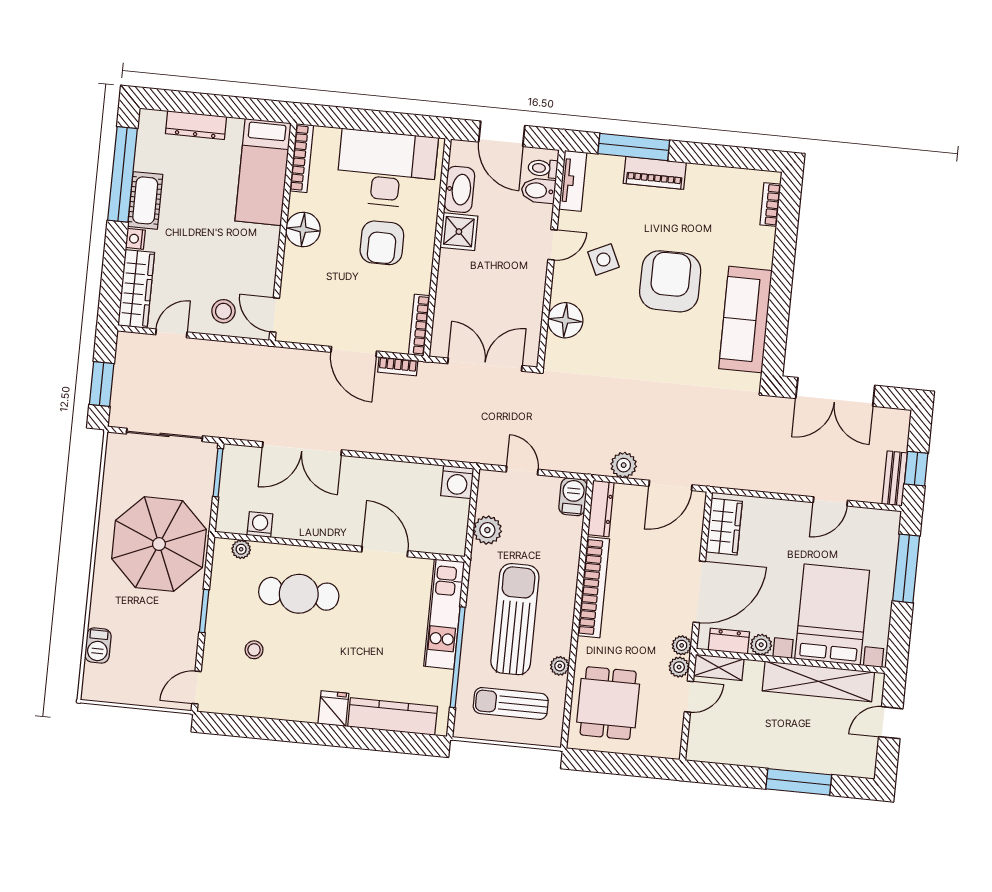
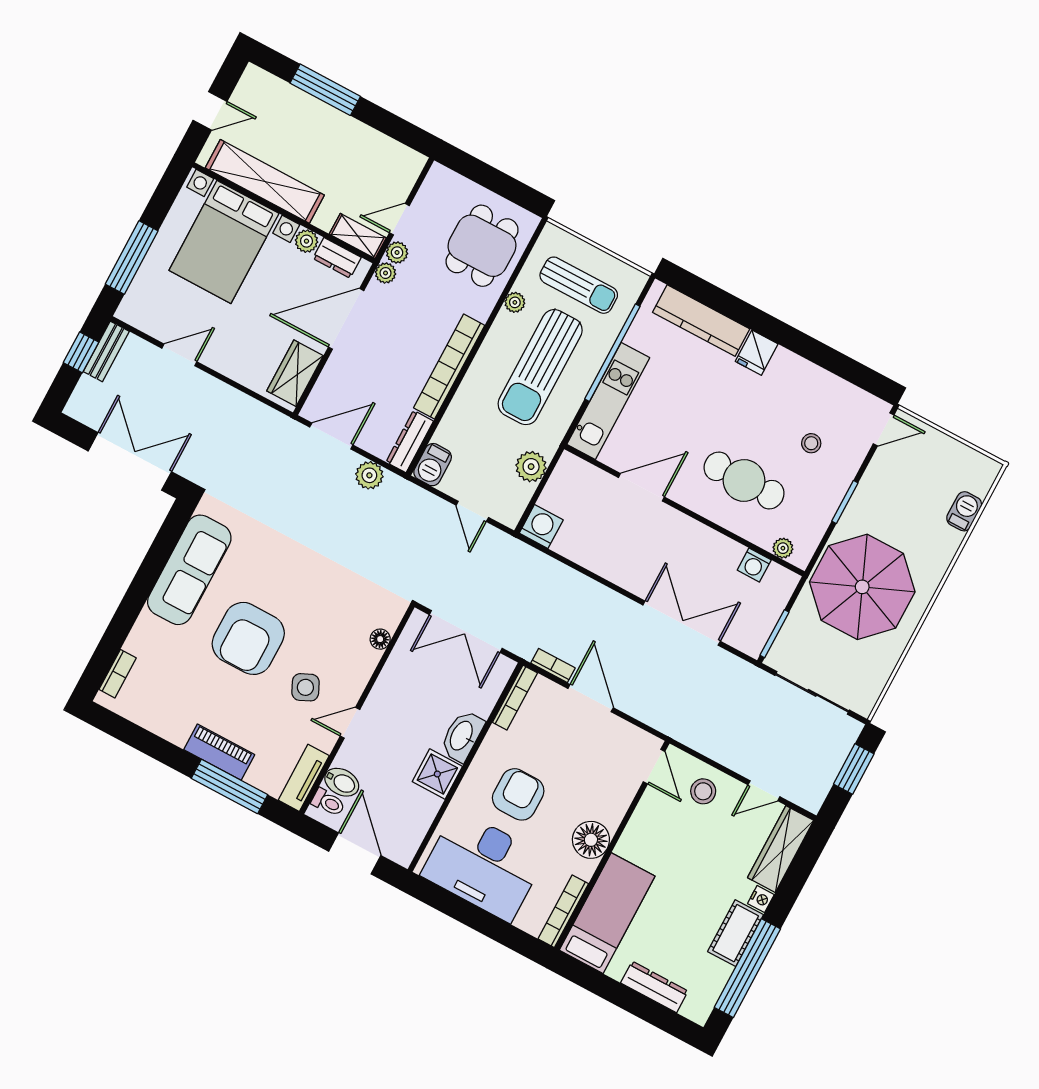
washbasin: (459, 189) -> (462, 736), moved
floor lamp: (565, 320) -> (380, 639), width x0.53, depth x0.53
door: (385, 551) -> (641, 487), swing flipped

